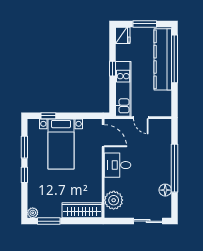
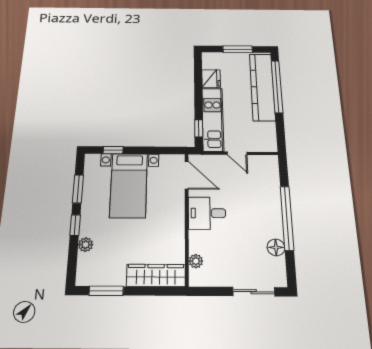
fridge: (123, 35) -> (211, 79), moved
window: (112, 69) -> (199, 128), moved
plant: (114, 200) -> (196, 261), width x0.53, depth x0.53
plant: (33, 213) -> (86, 245), moved

